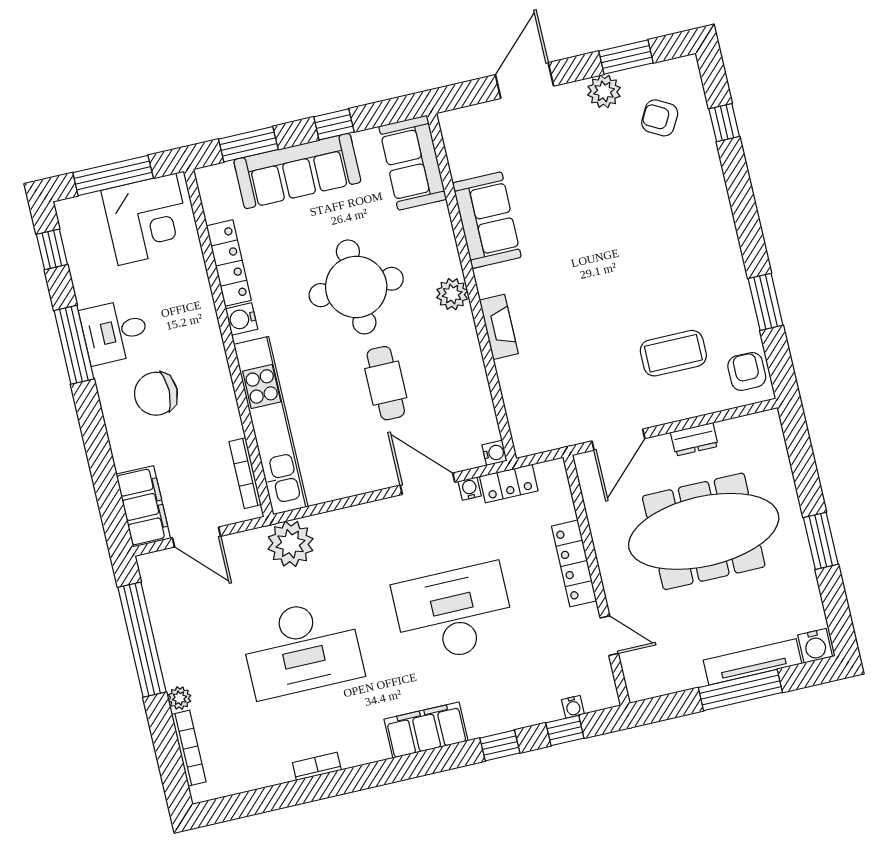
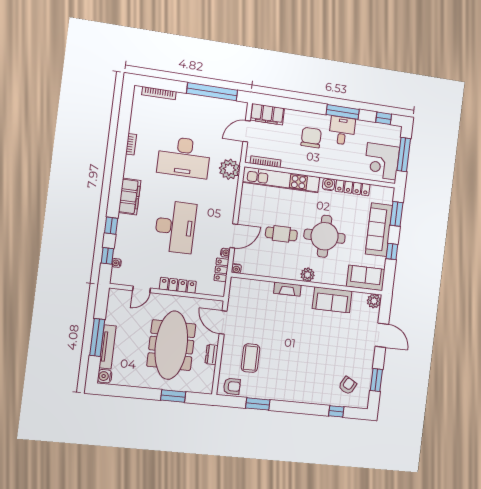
plant: (604, 91) -> (374, 301), moved
window: (821, 541) -> (173, 396), moved
desk: (302, 648) -> (184, 157), turned -90
plant: (179, 698) -> (182, 98), removed

